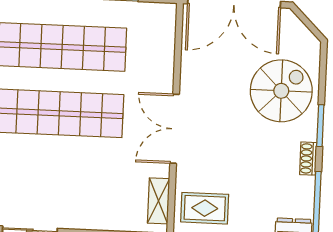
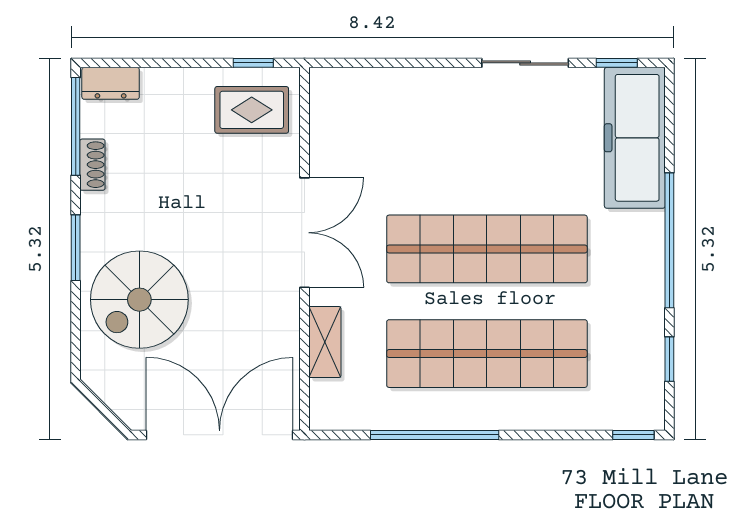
shoe rack: (308, 159) -> (92, 165), moved
shelving: (159, 201) -> (325, 342), moved

